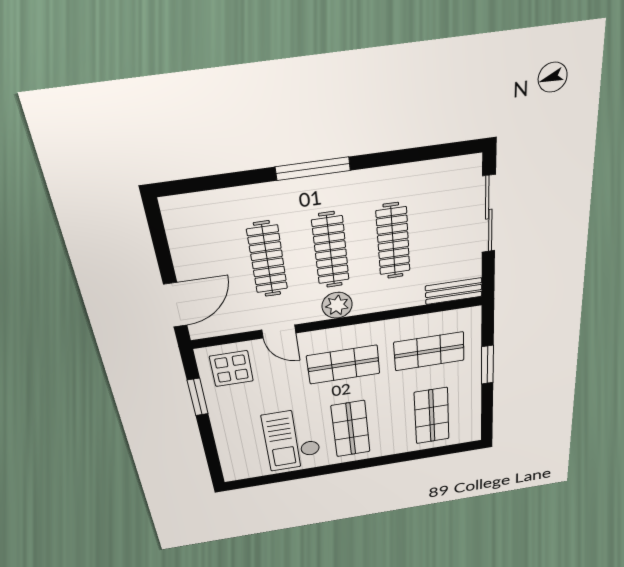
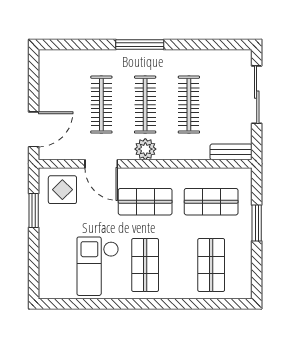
door: (279, 331) -> (101, 164), width x1.38

